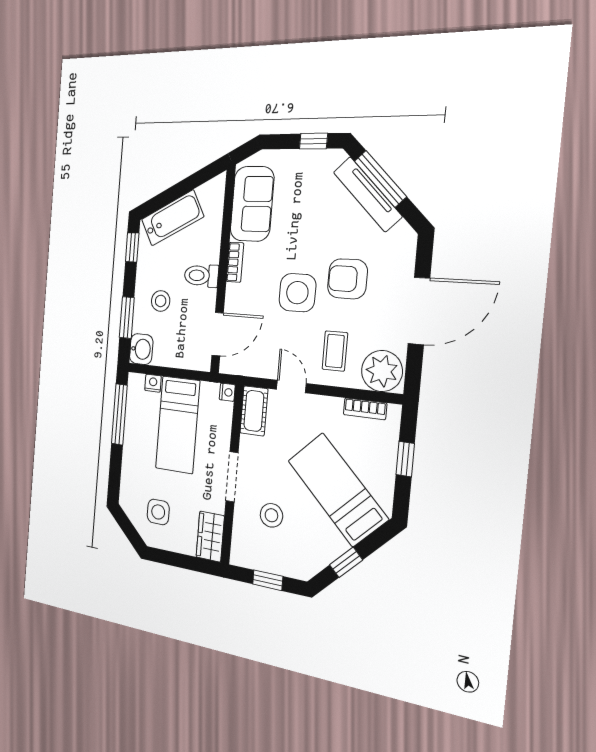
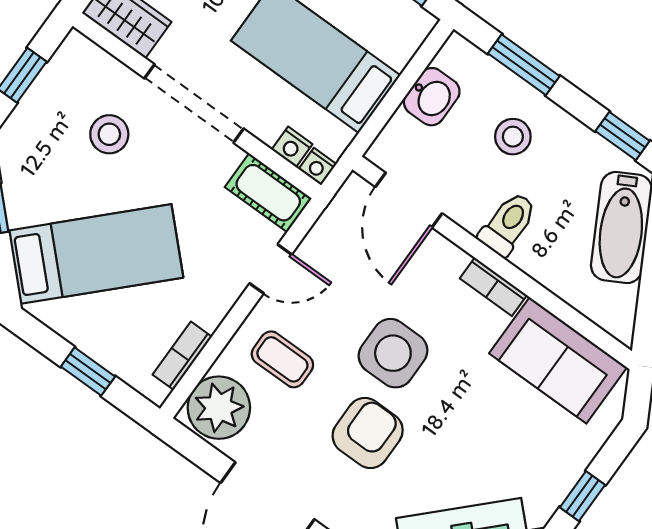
washbasin: (141, 349) -> (432, 97), moved, turned -90
nightstand: (153, 383) -> (292, 147), moved, turned 90
doorway: (232, 477) -> (194, 104), width x1.36

